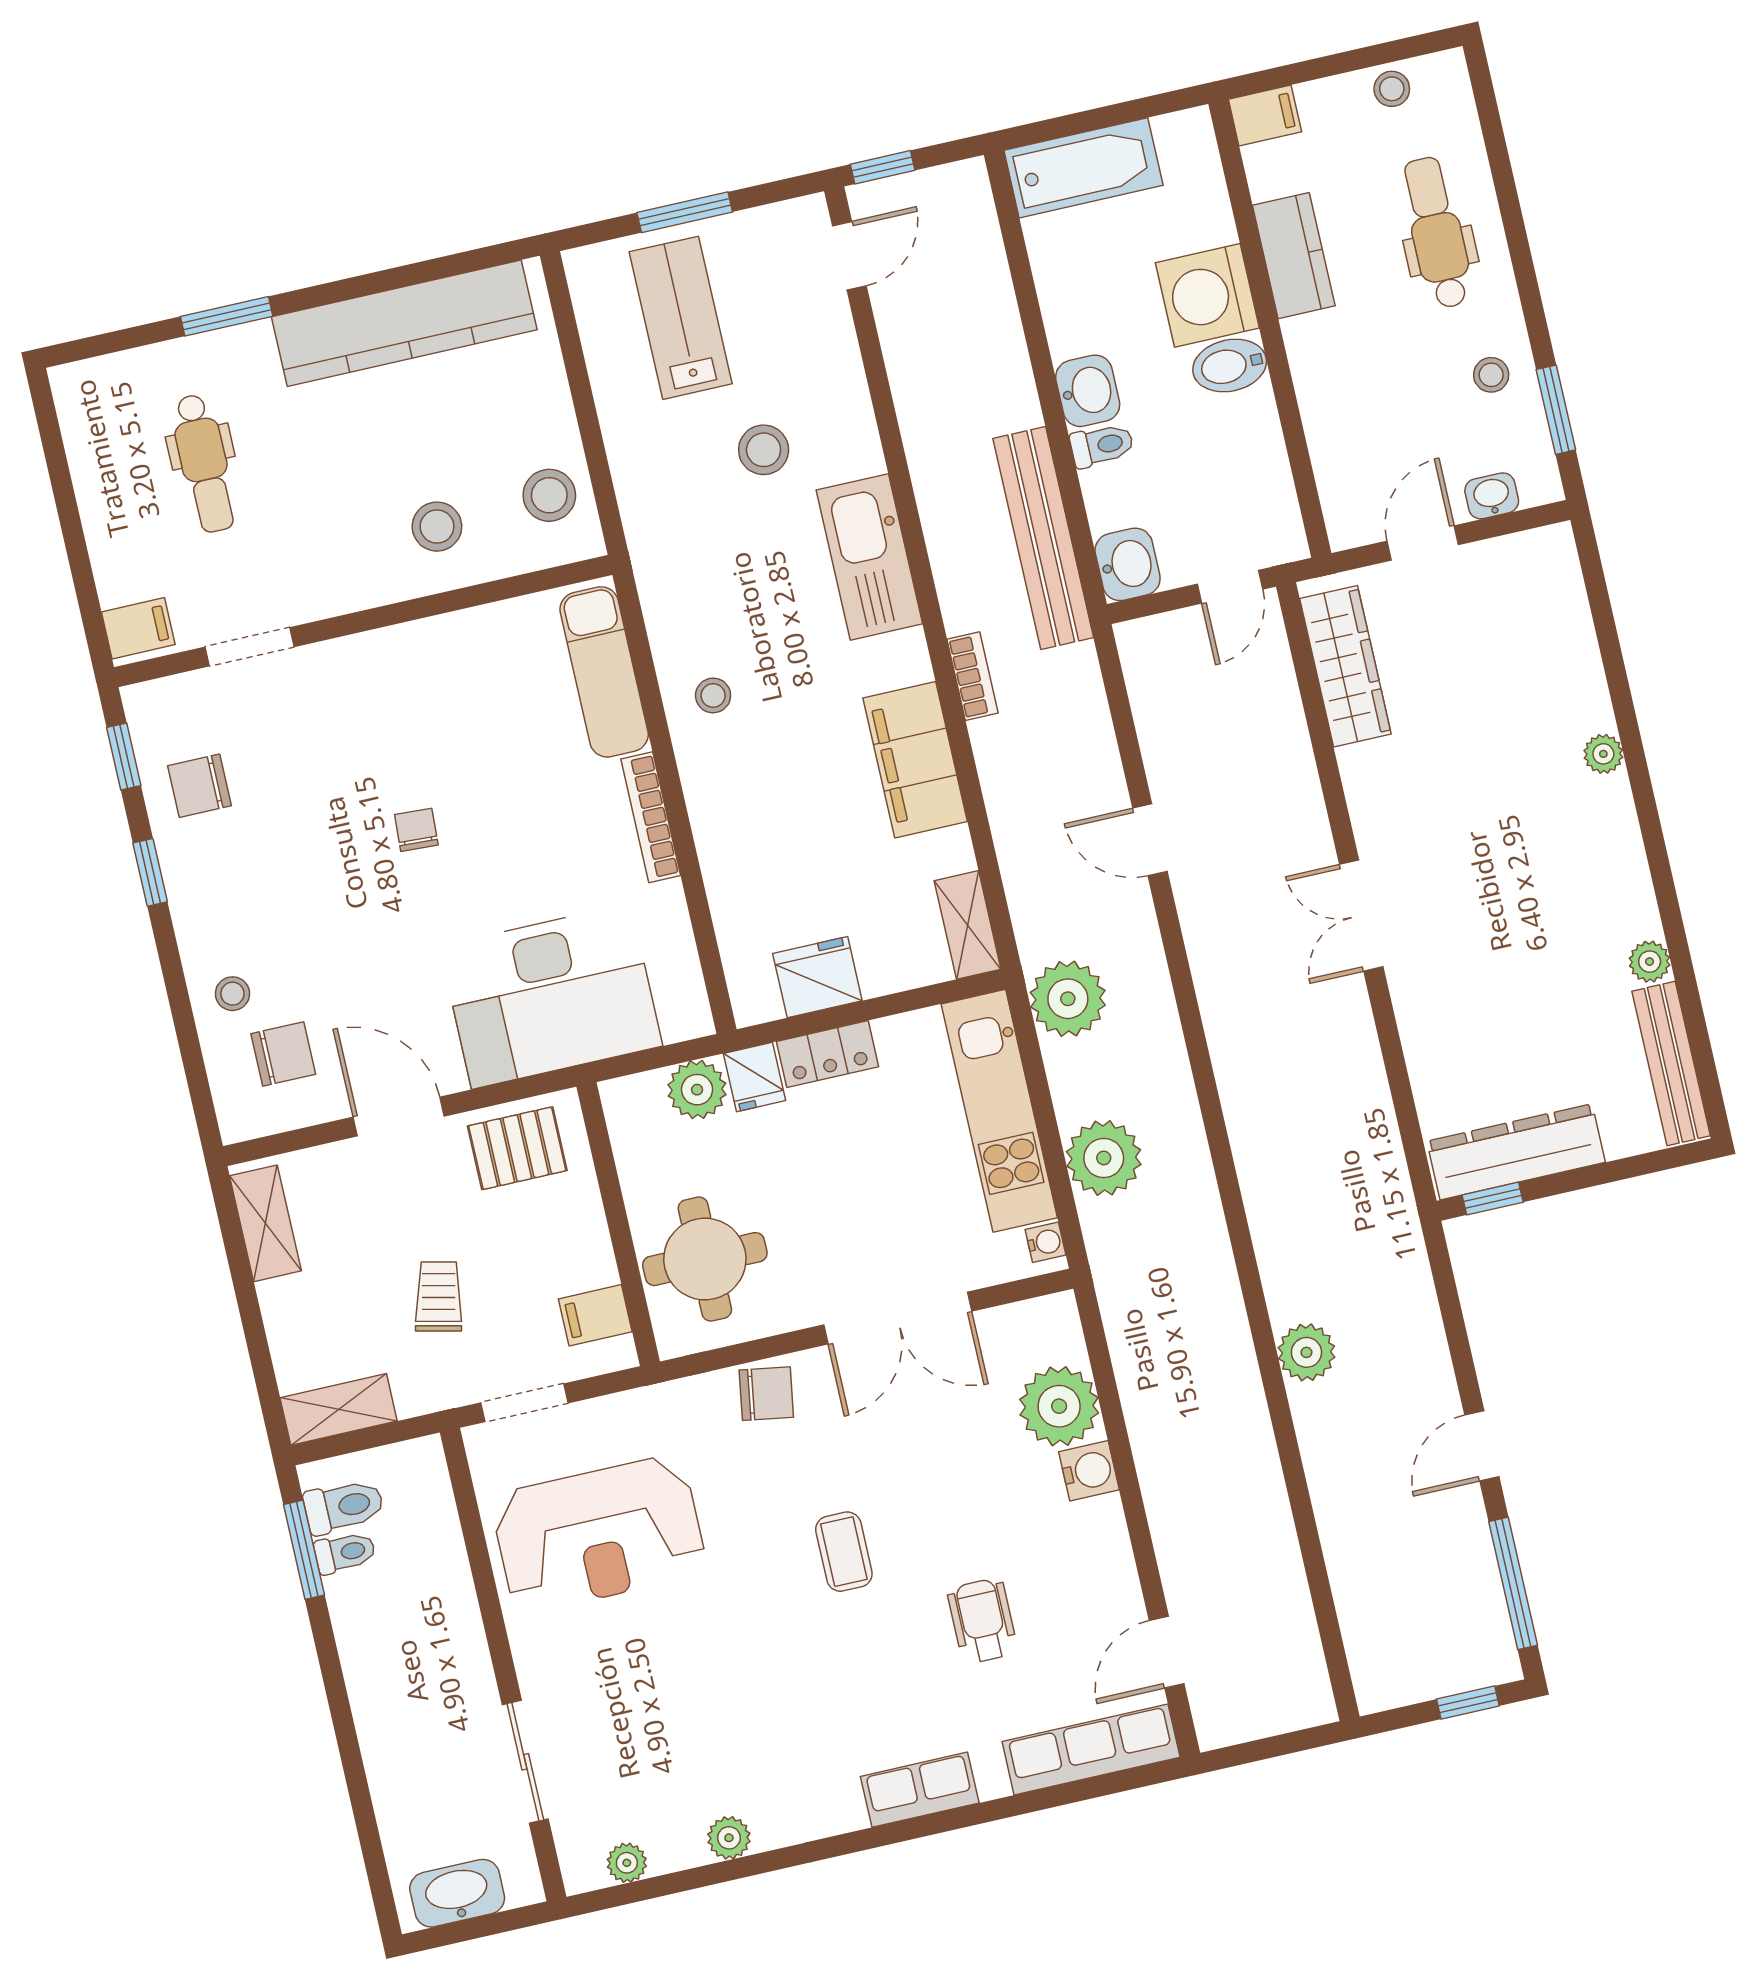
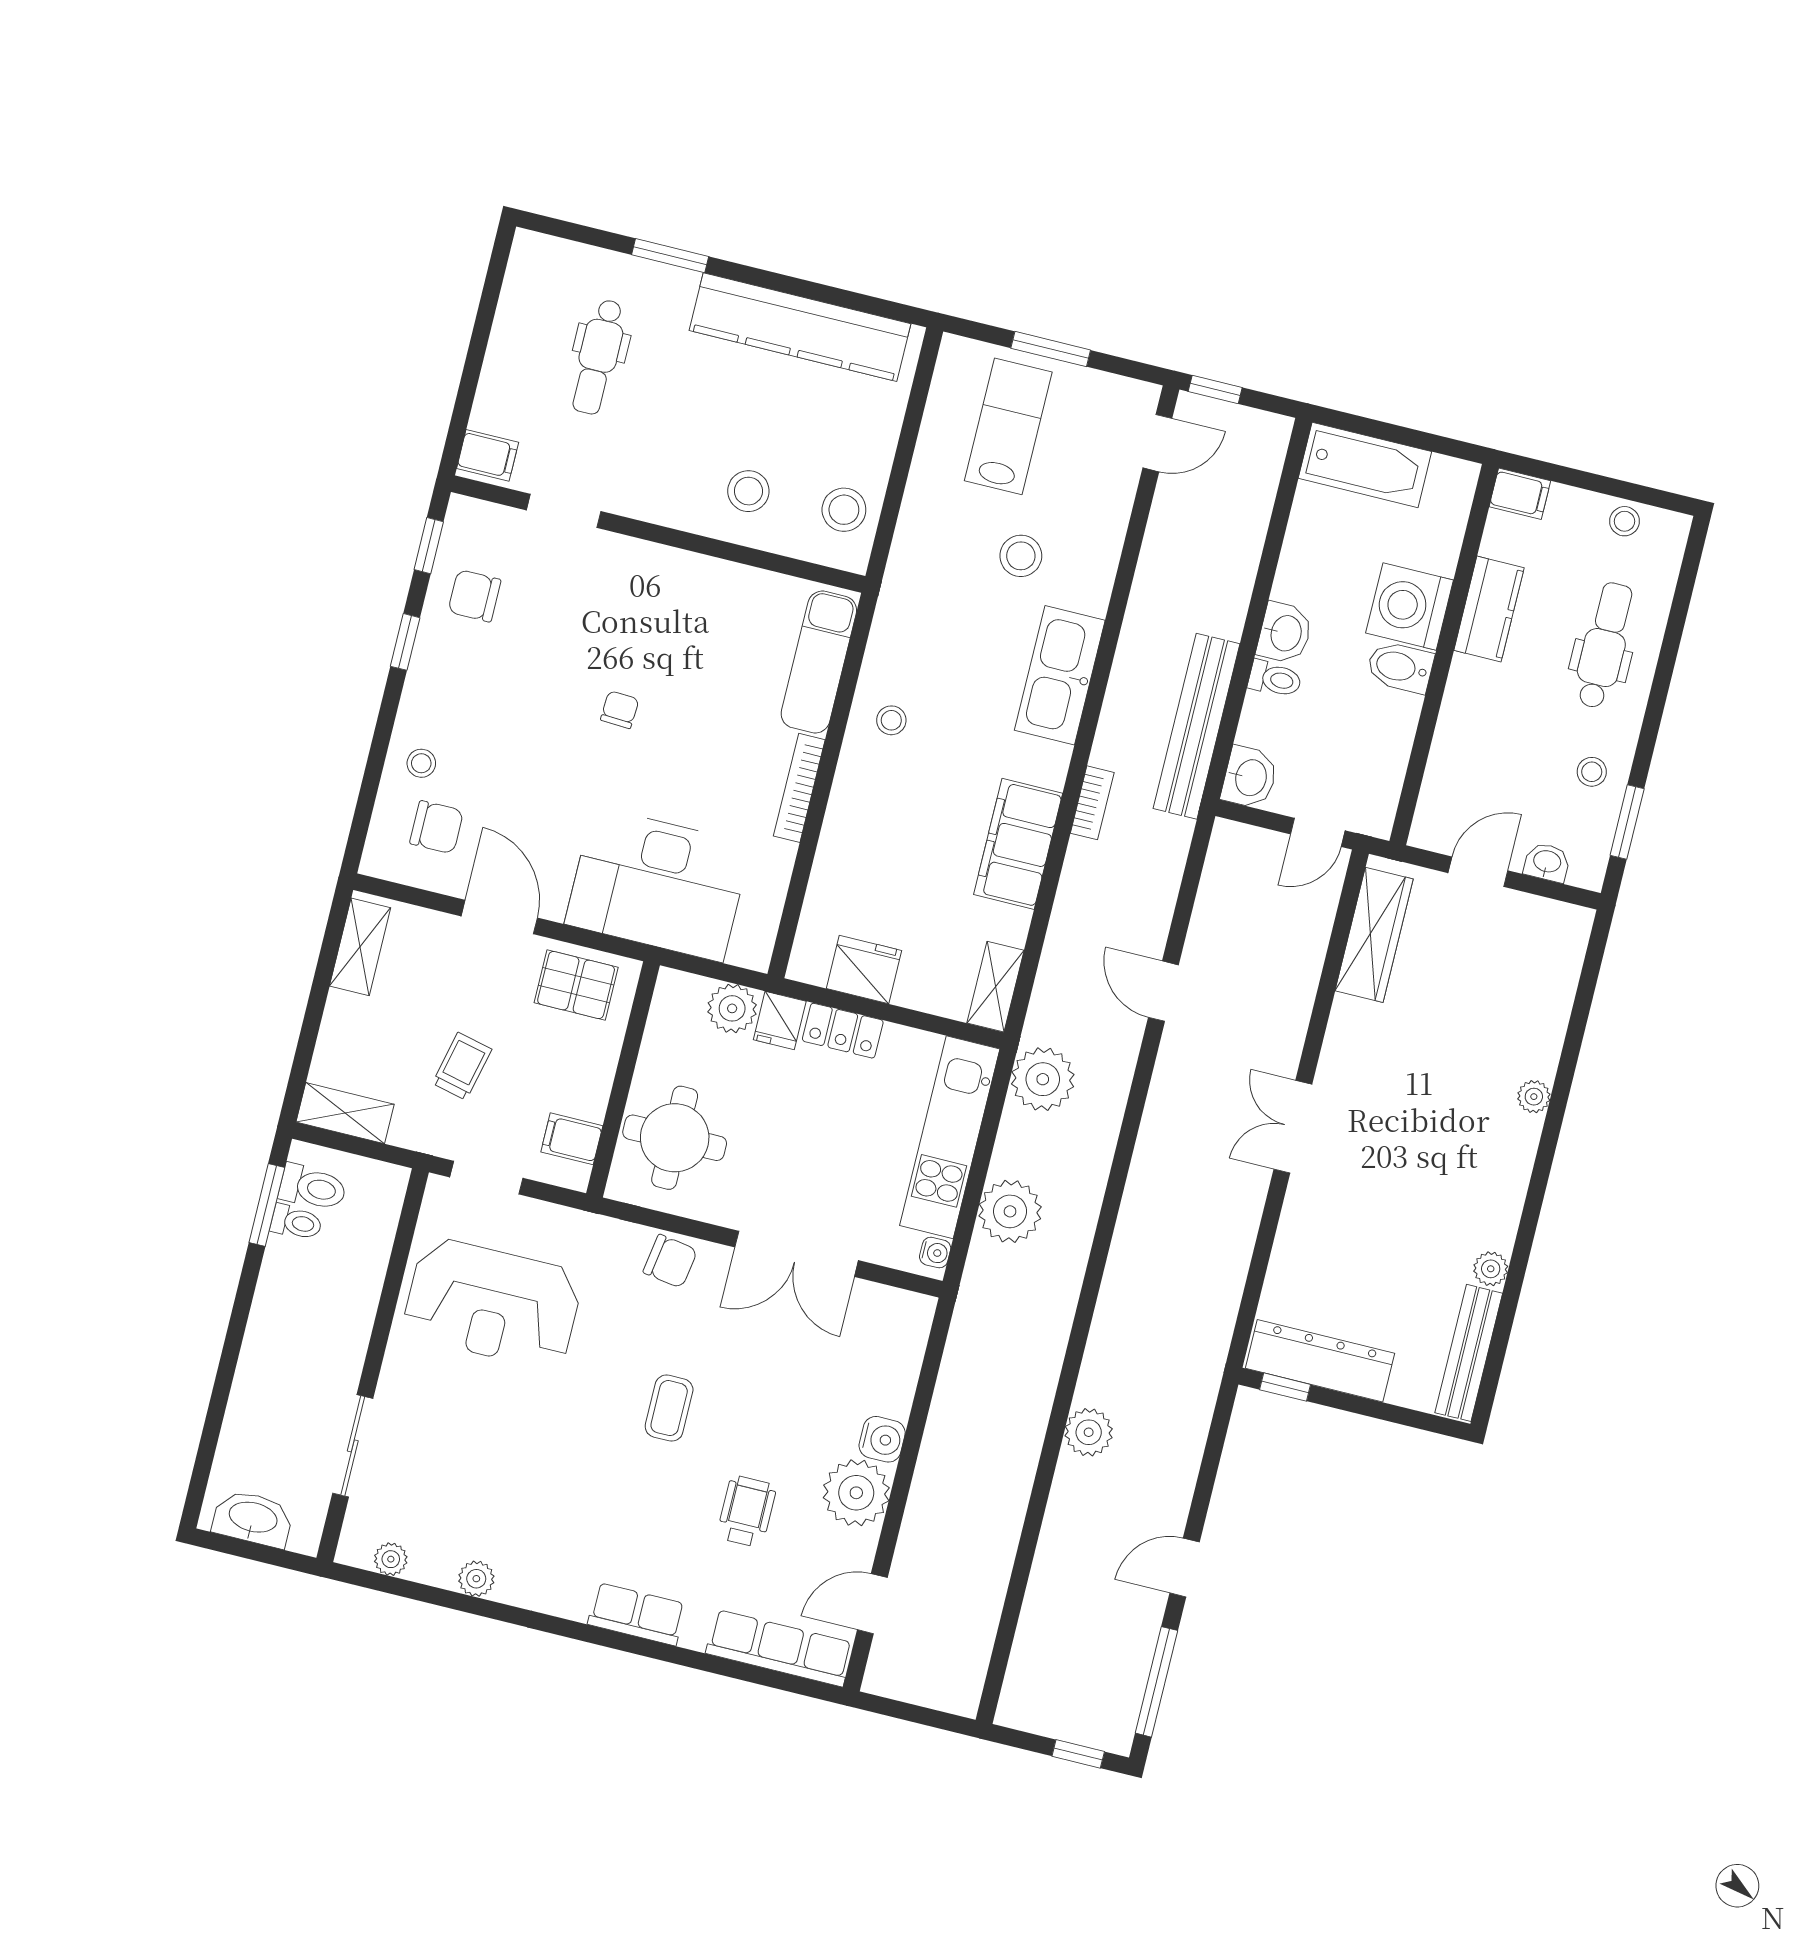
plant: (1059, 1406) -> (856, 1493), moved

